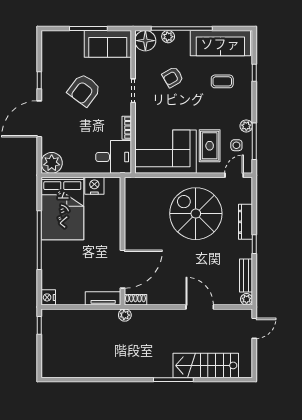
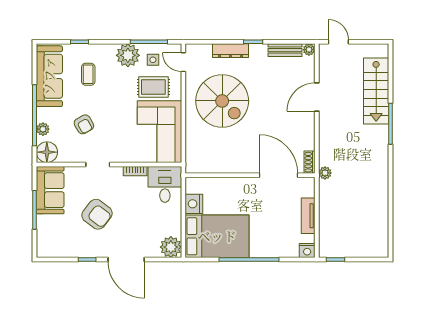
plant: (246, 126) -> (128, 55), width x1.87, depth x1.87
spiral stairs: (196, 214) -> (222, 101), turned -90
tv unit: (103, 298) -> (308, 216), moved

